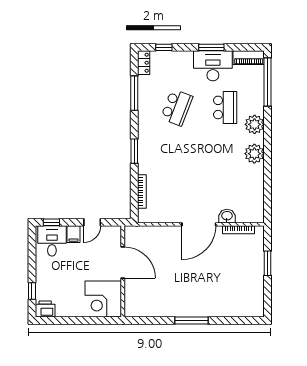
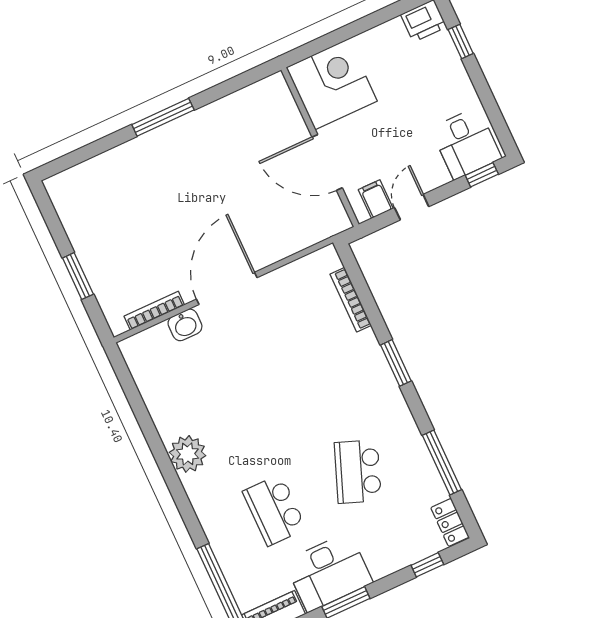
plant: (255, 124) -> (210, 504), removed
filing cabinet: (73, 234) -> (376, 199), moved

